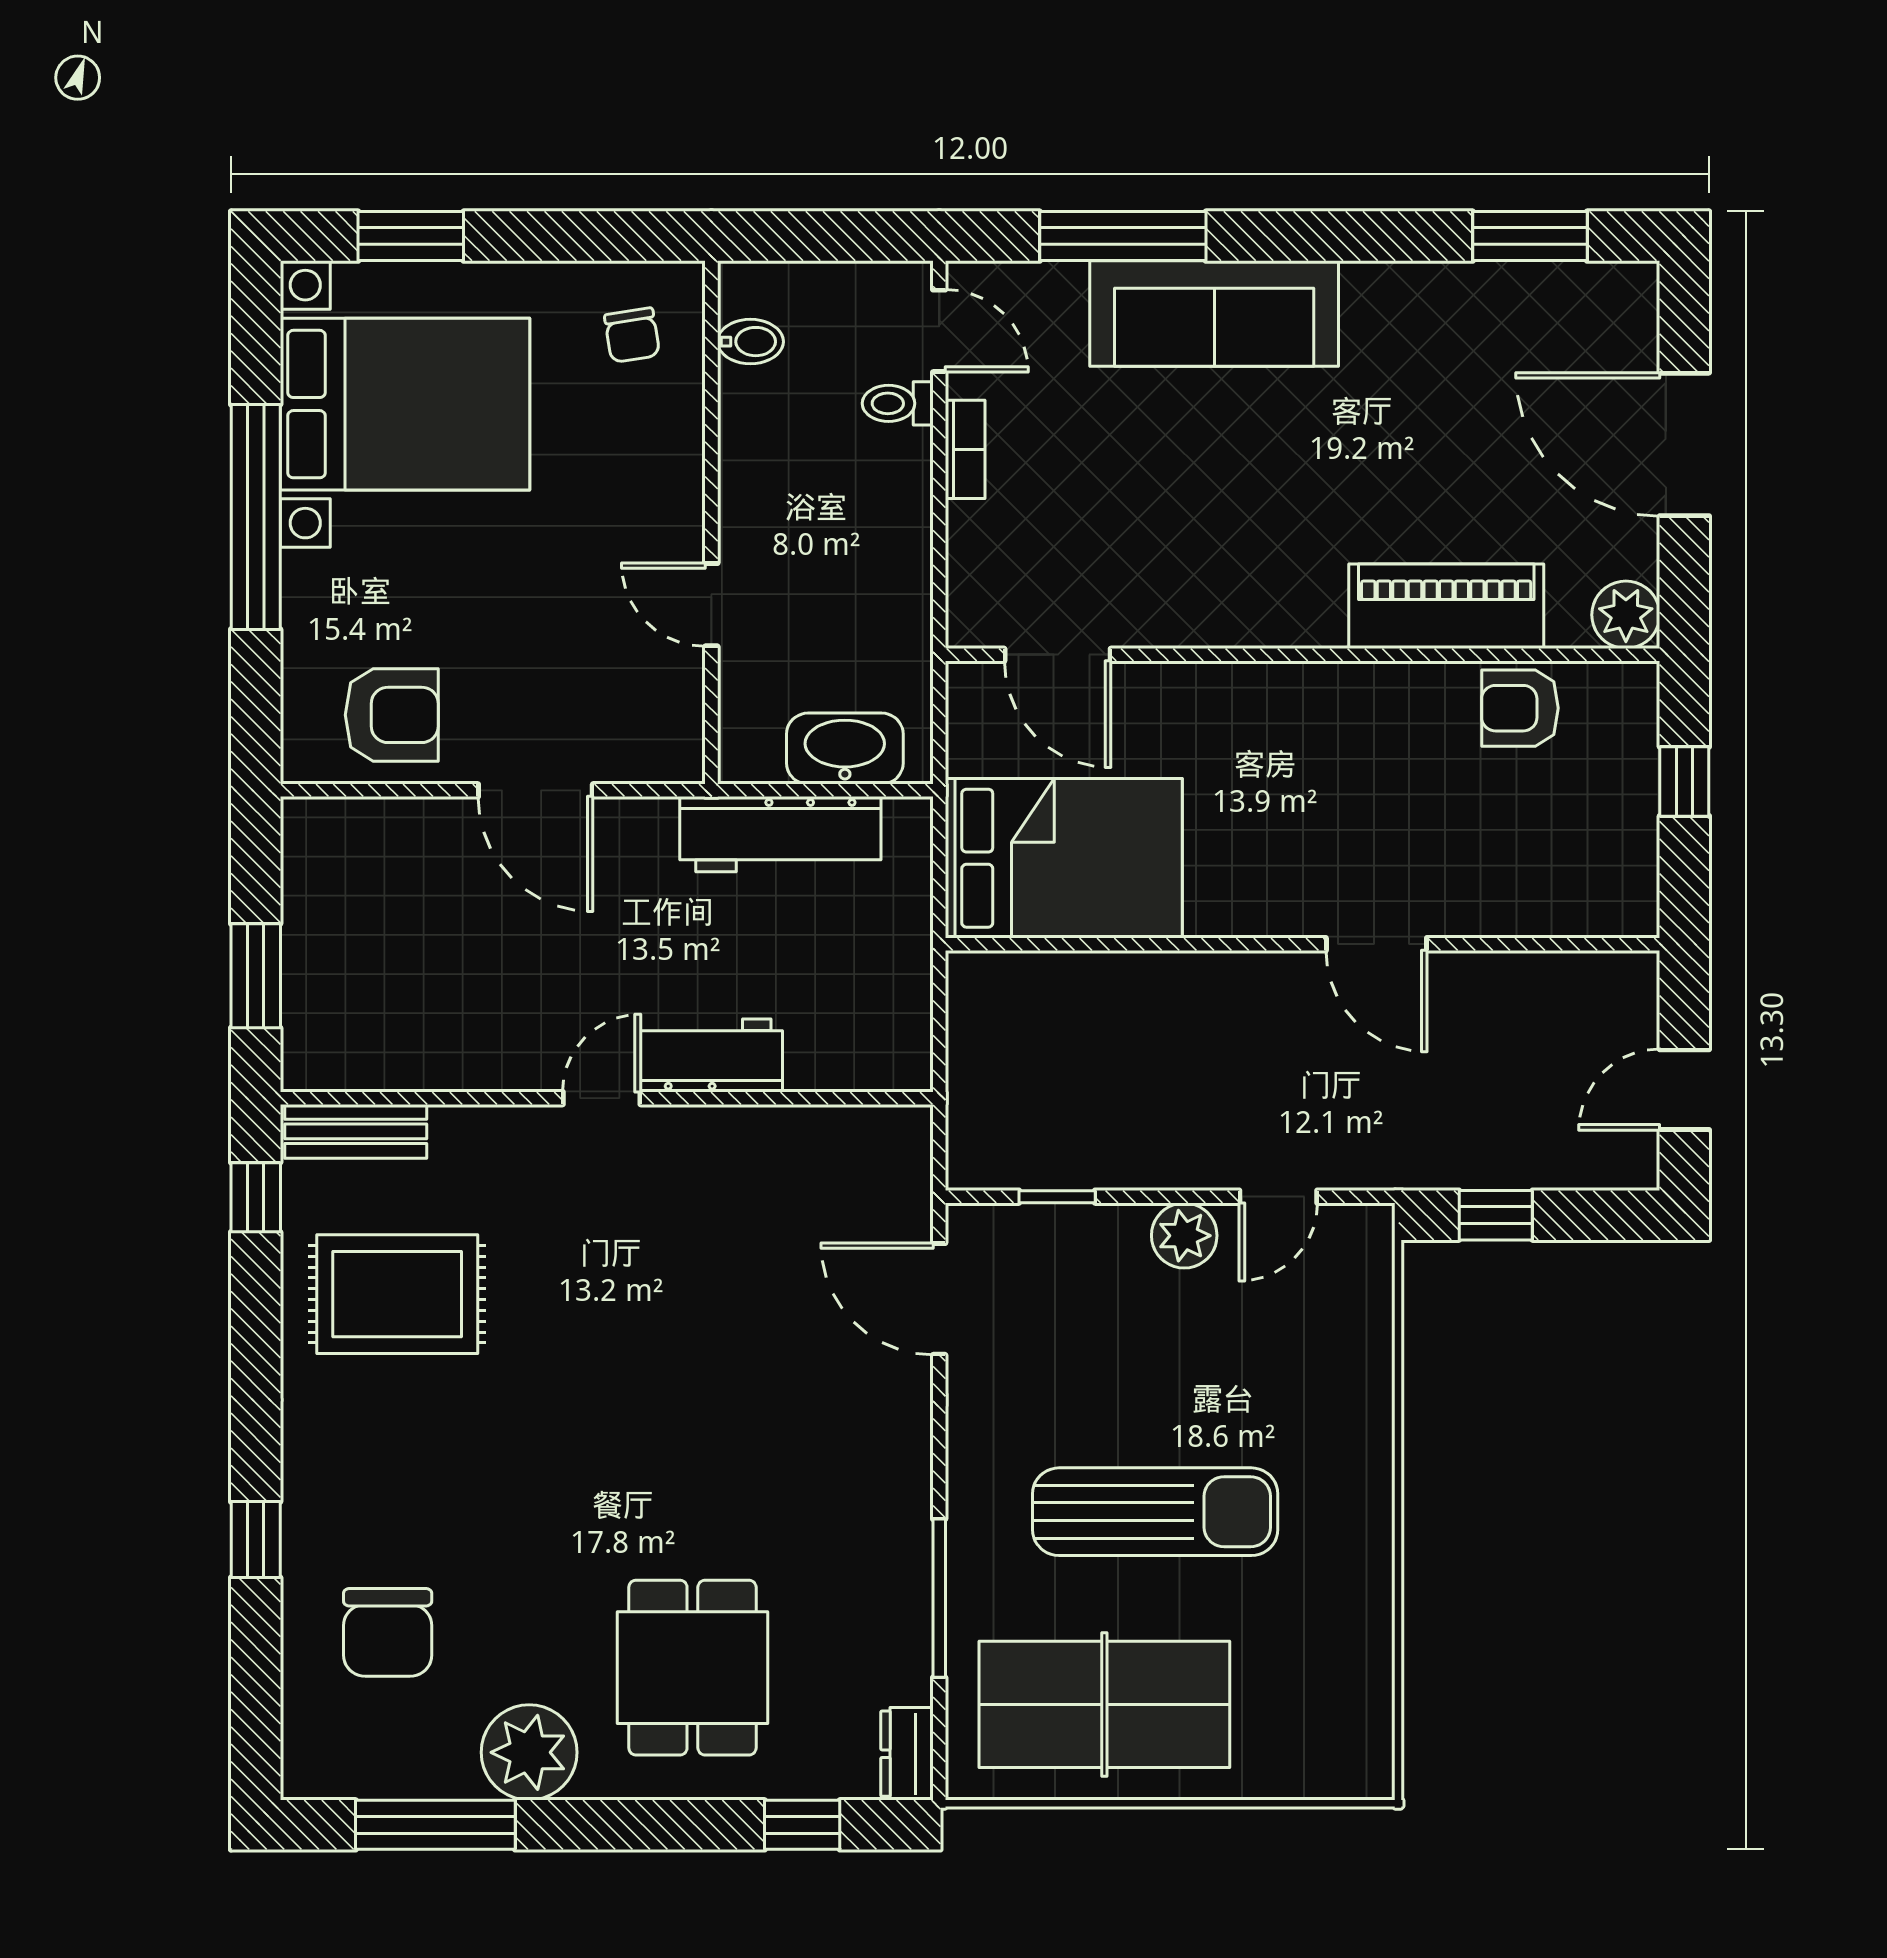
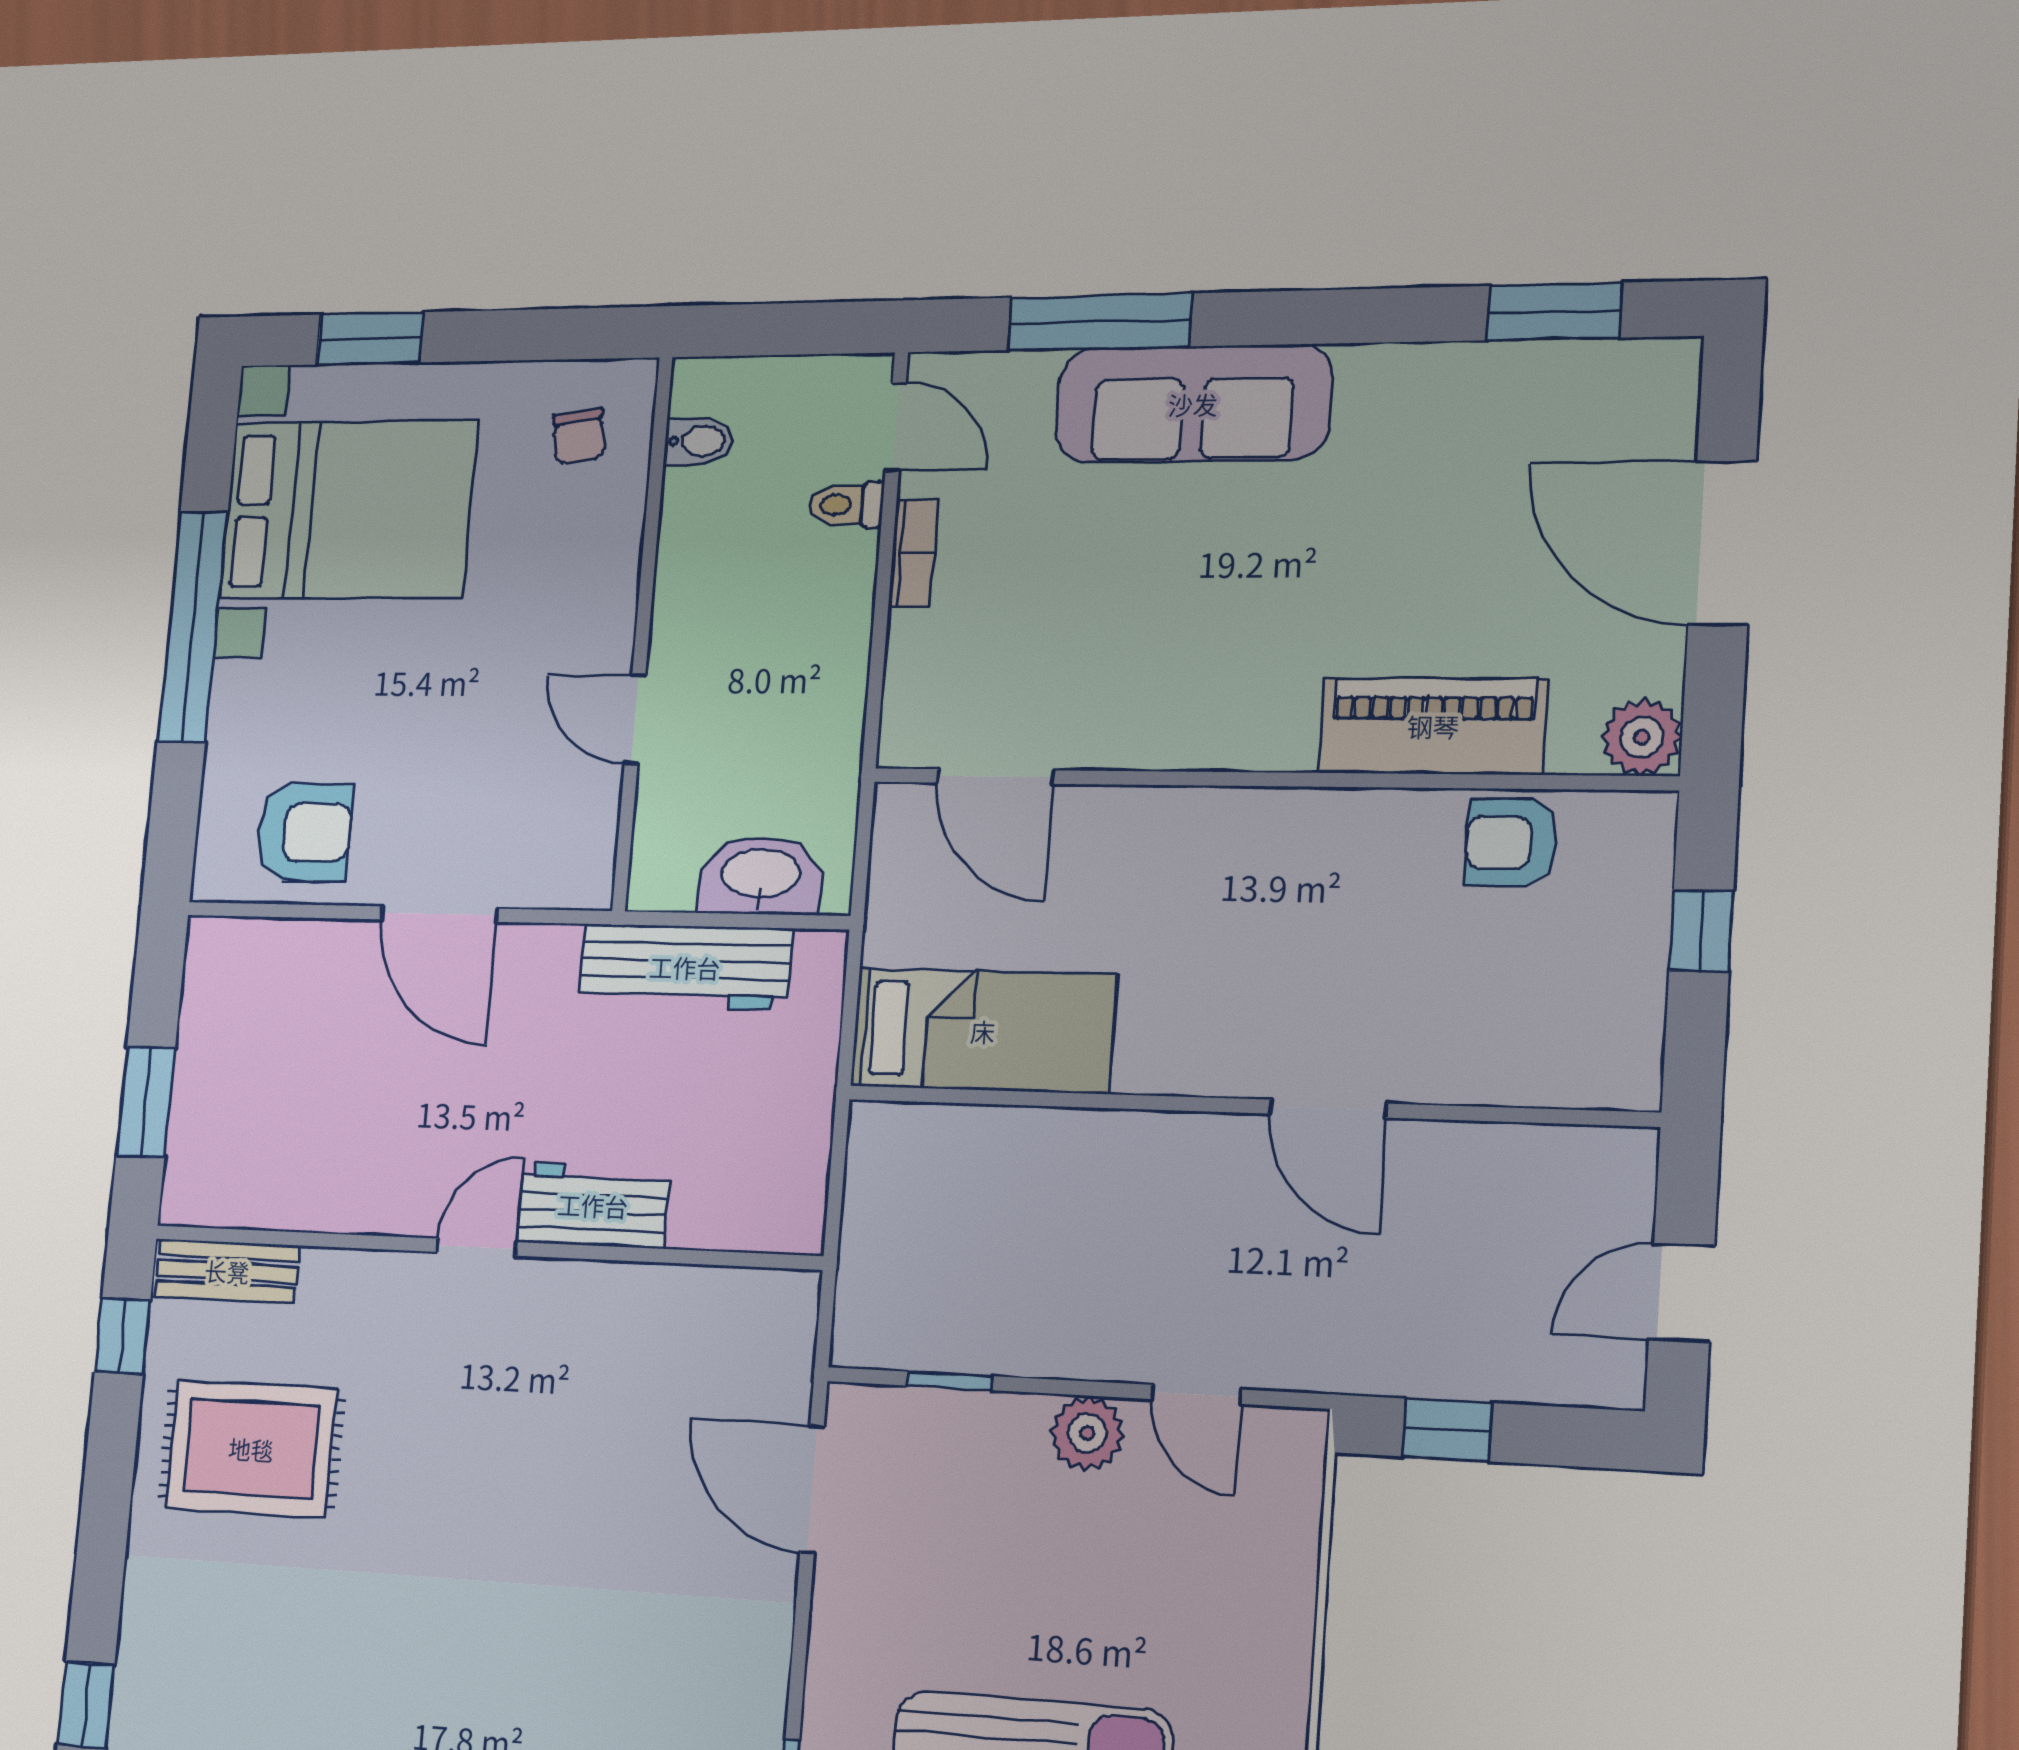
bed: (1064, 858) -> (983, 1031), width x0.67
door: (1278, 1197) -> (1197, 1394), hinge flipped

